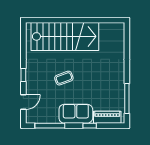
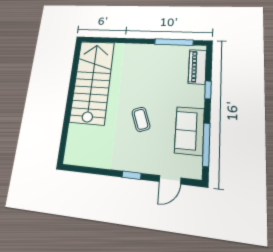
stairs: (65, 36) -> (92, 82), moved
door: (23, 102) -> (170, 180), swing flipped
sofa: (76, 114) -> (190, 131), moved

